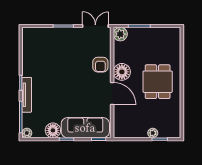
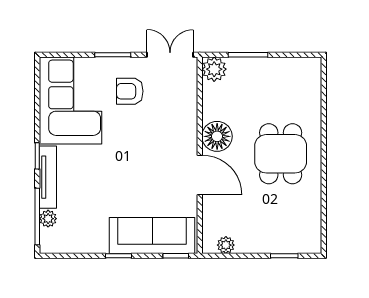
corner sofa: (39, 52) -> (71, 101), added
armchair: (100, 65) -> (130, 91), moved, turned 90
floor lamp: (53, 130) -> (94, 240), removed
plant: (27, 133) -> (48, 219), moved
plant: (153, 133) -> (226, 245), moved

